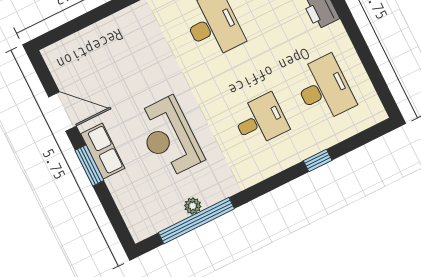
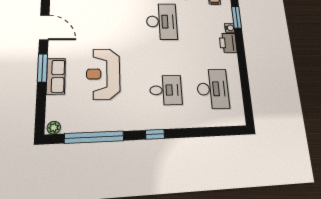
row of seats: (103, 151) -> (56, 76), moved
window: (318, 160) -> (155, 134), moved
plant: (193, 206) -> (54, 128), moved

